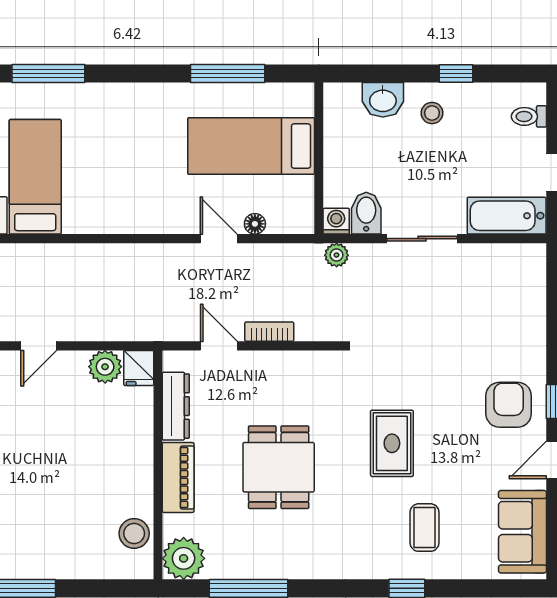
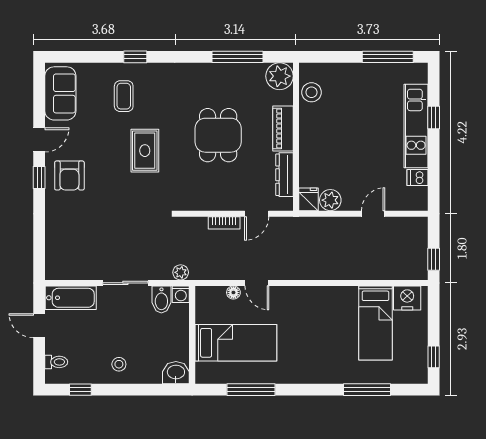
window: (456, 74) -> (80, 390), moved
washbasin: (383, 100) -> (176, 373), moved
door: (219, 346) -> (257, 214), hinge flipped

